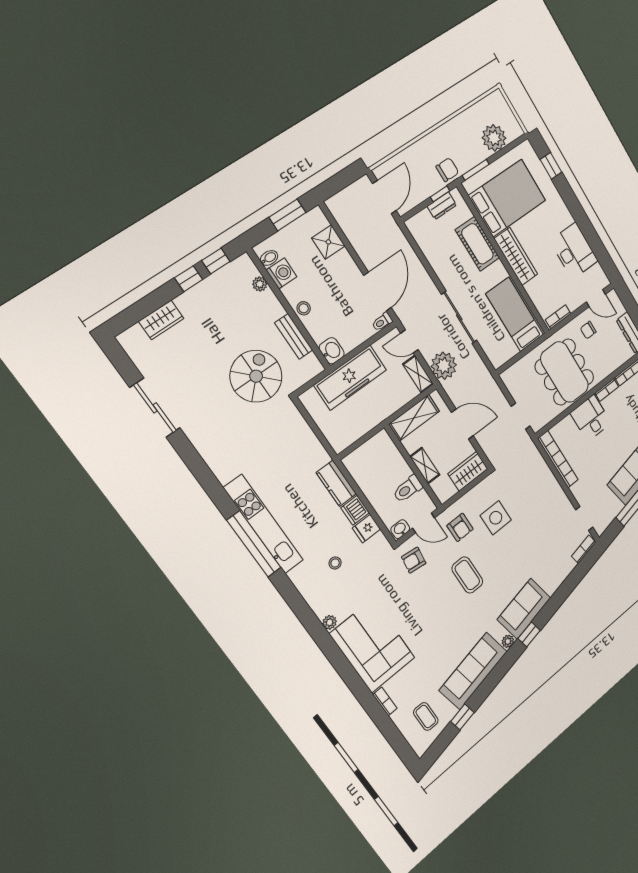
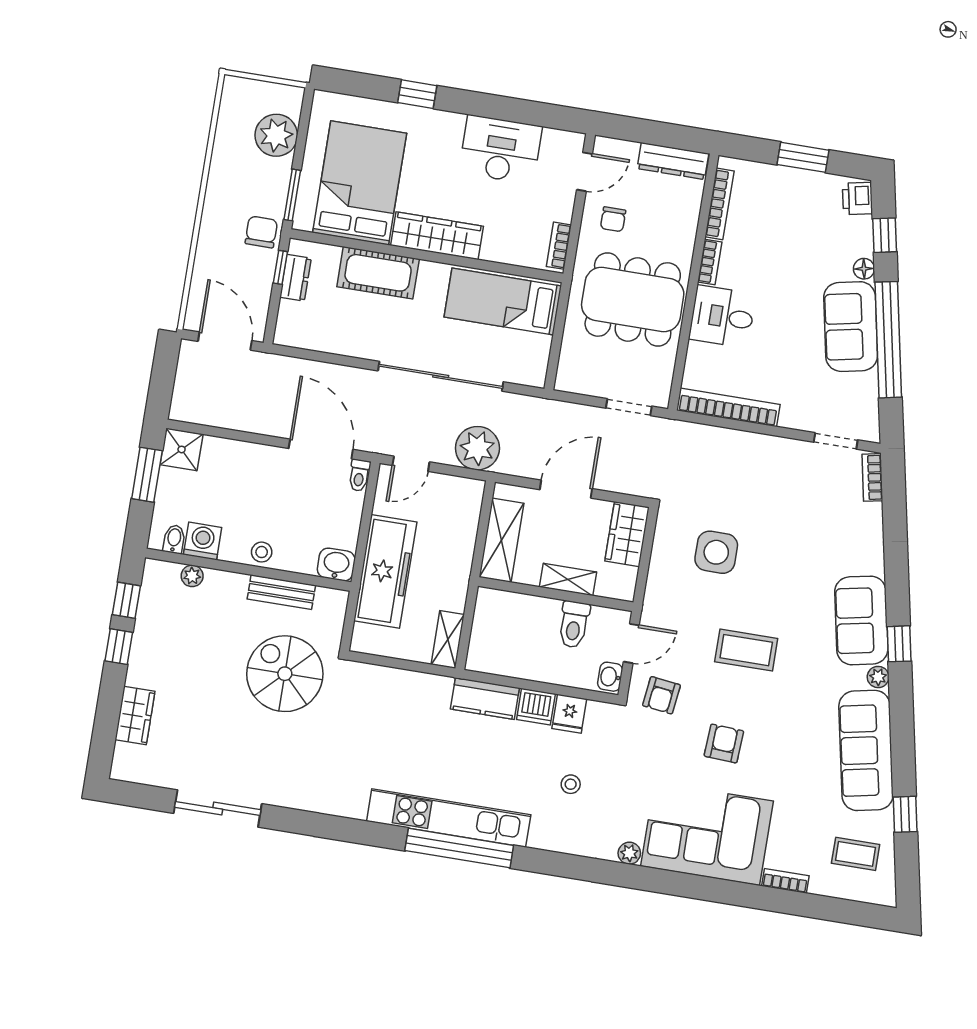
window: (551, 166) -> (417, 94), moved
shower: (328, 242) -> (182, 449), moved
sliding door: (459, 317) -> (441, 376), width x1.36
shelving: (418, 374) -> (448, 639), moved, turned 90
armchair: (460, 527) -> (724, 743), moved, turned -87

